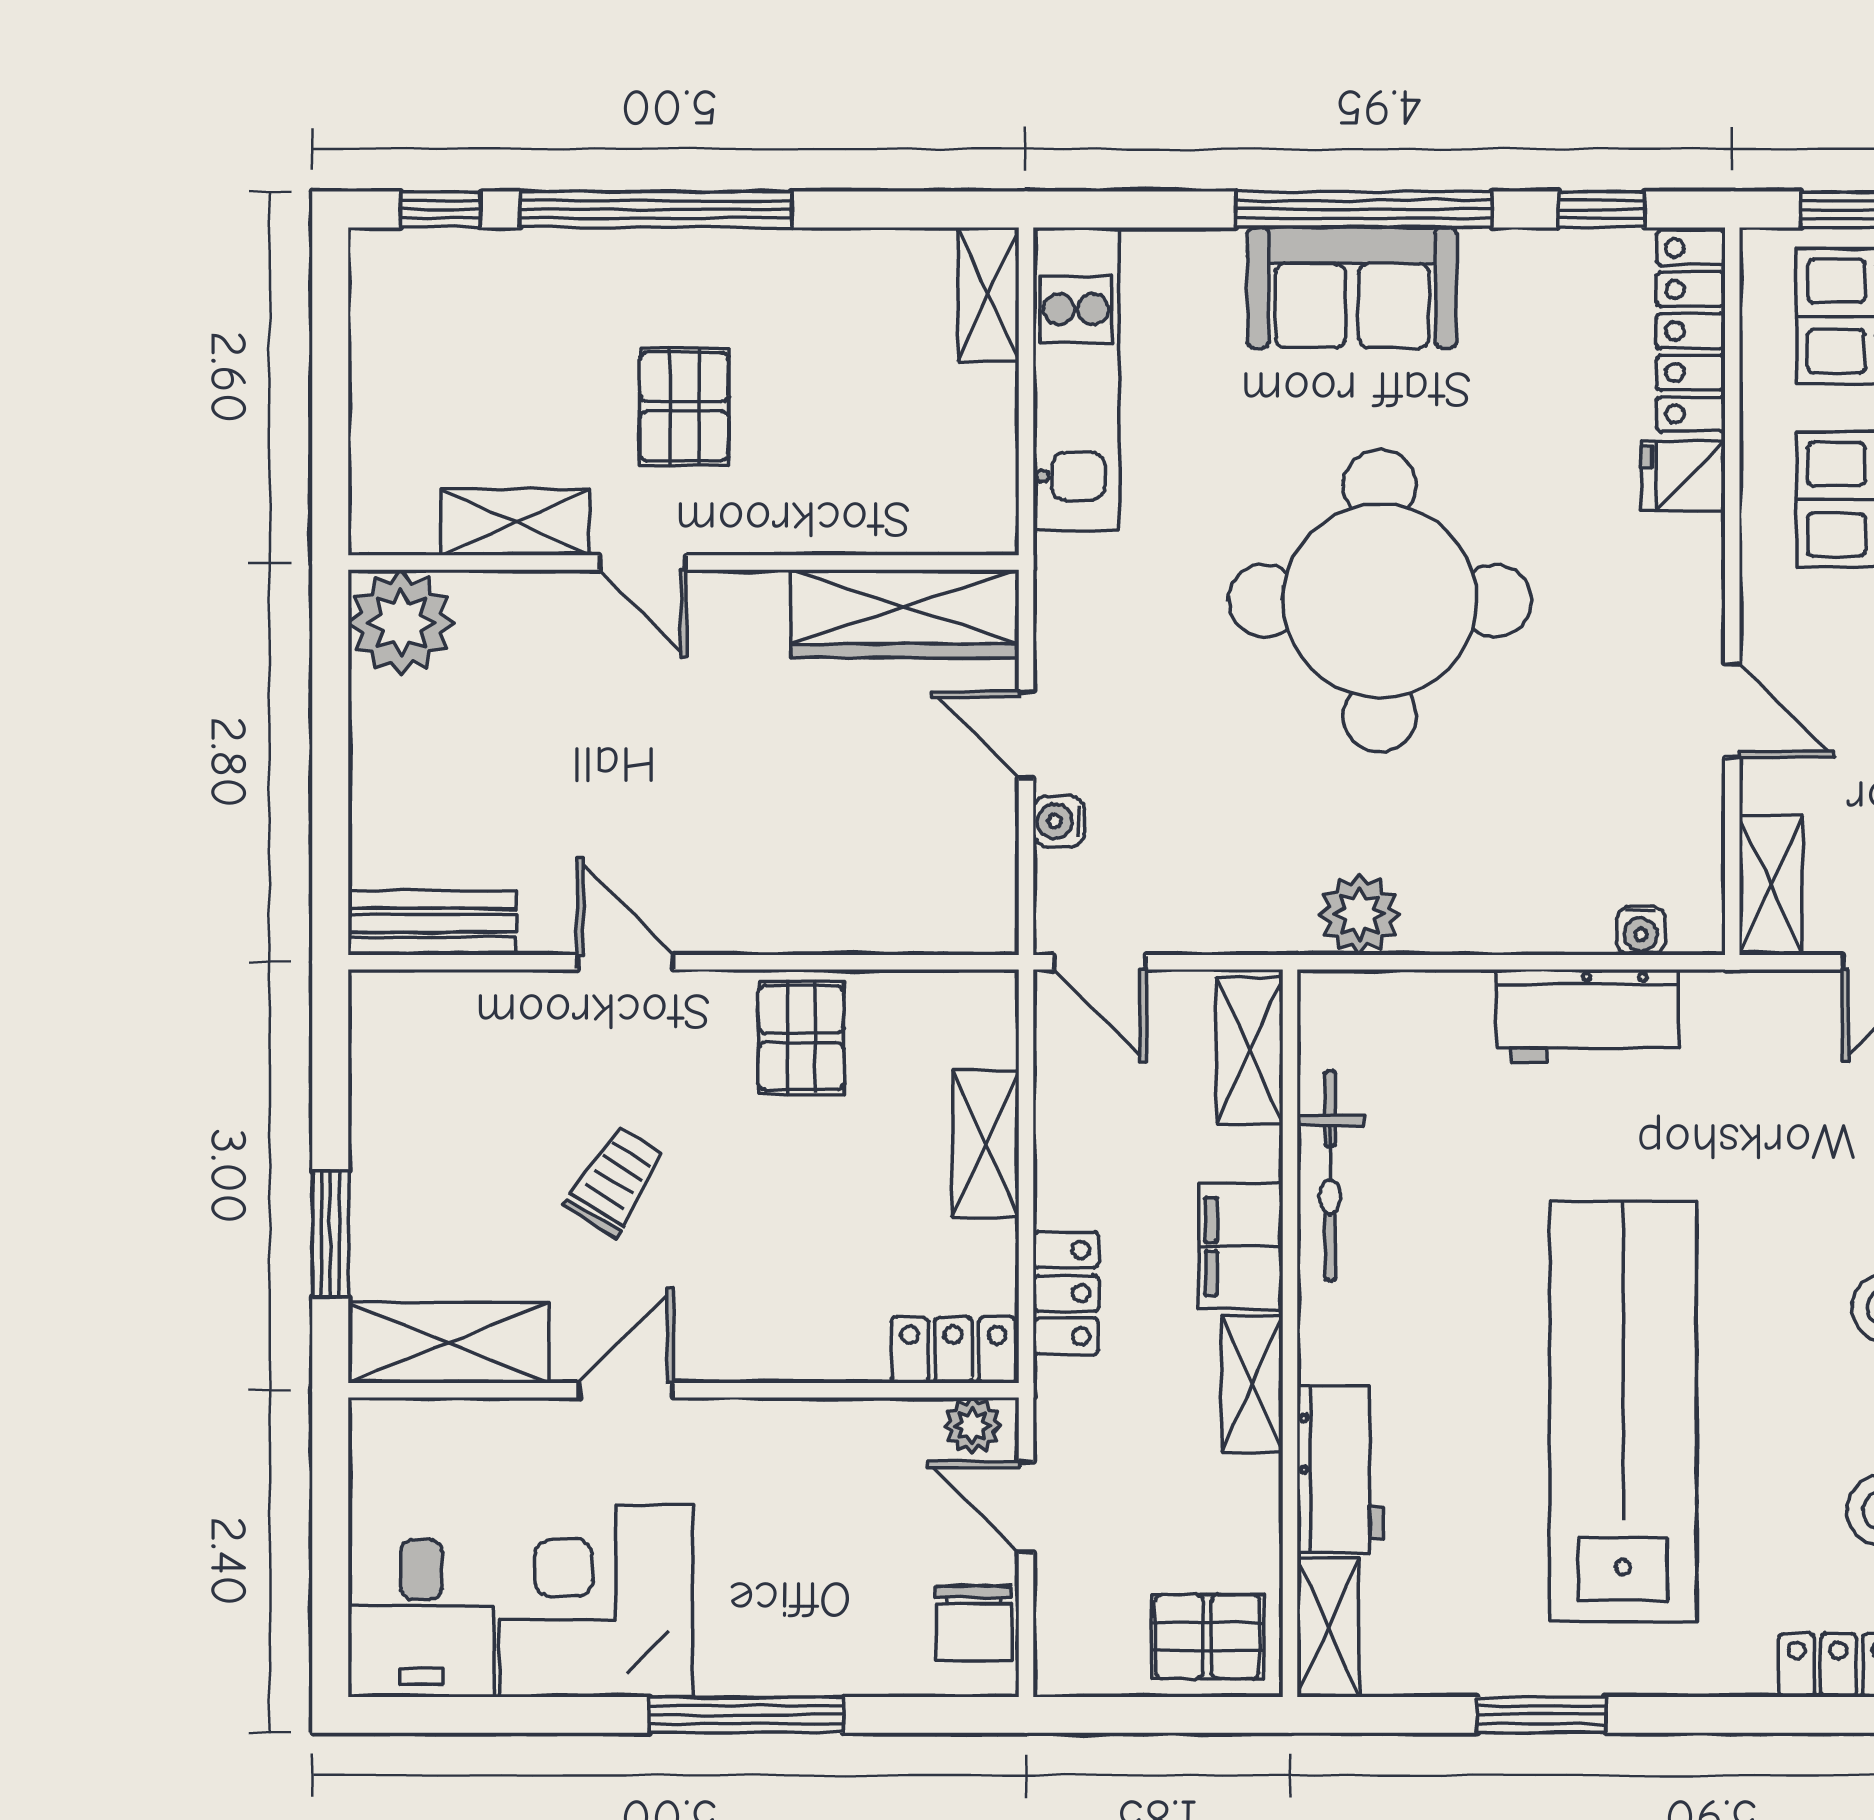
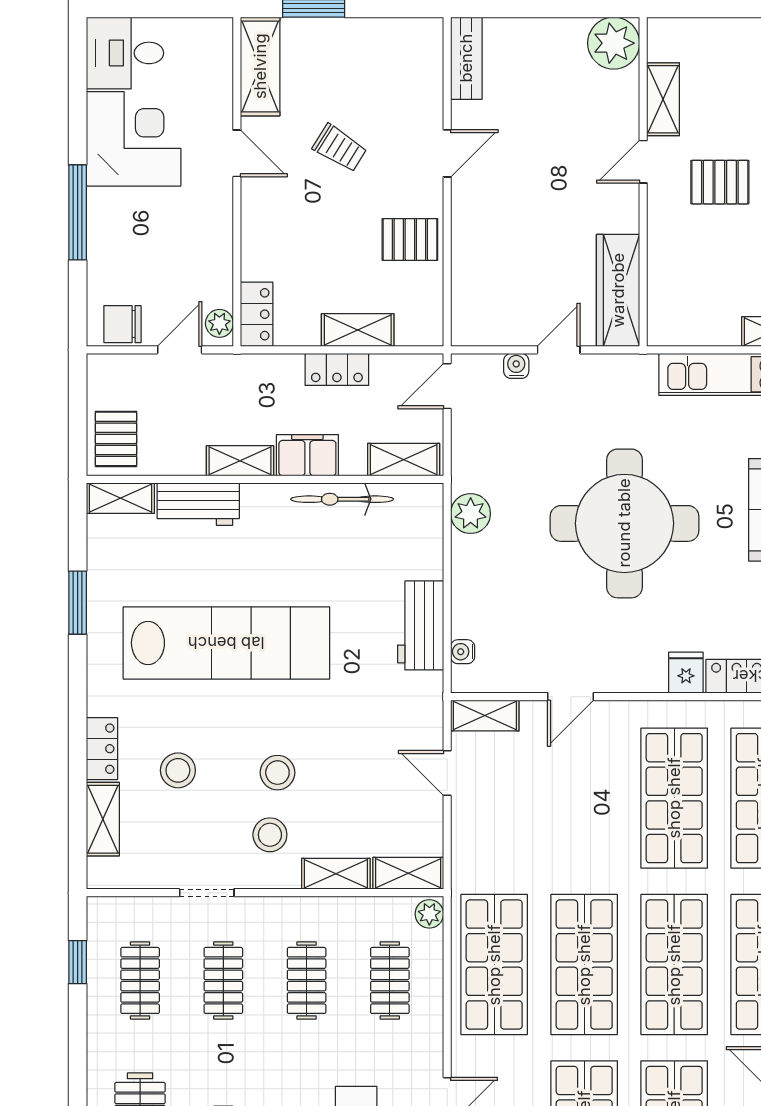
locker: (1066, 1293) -> (337, 369), moved

